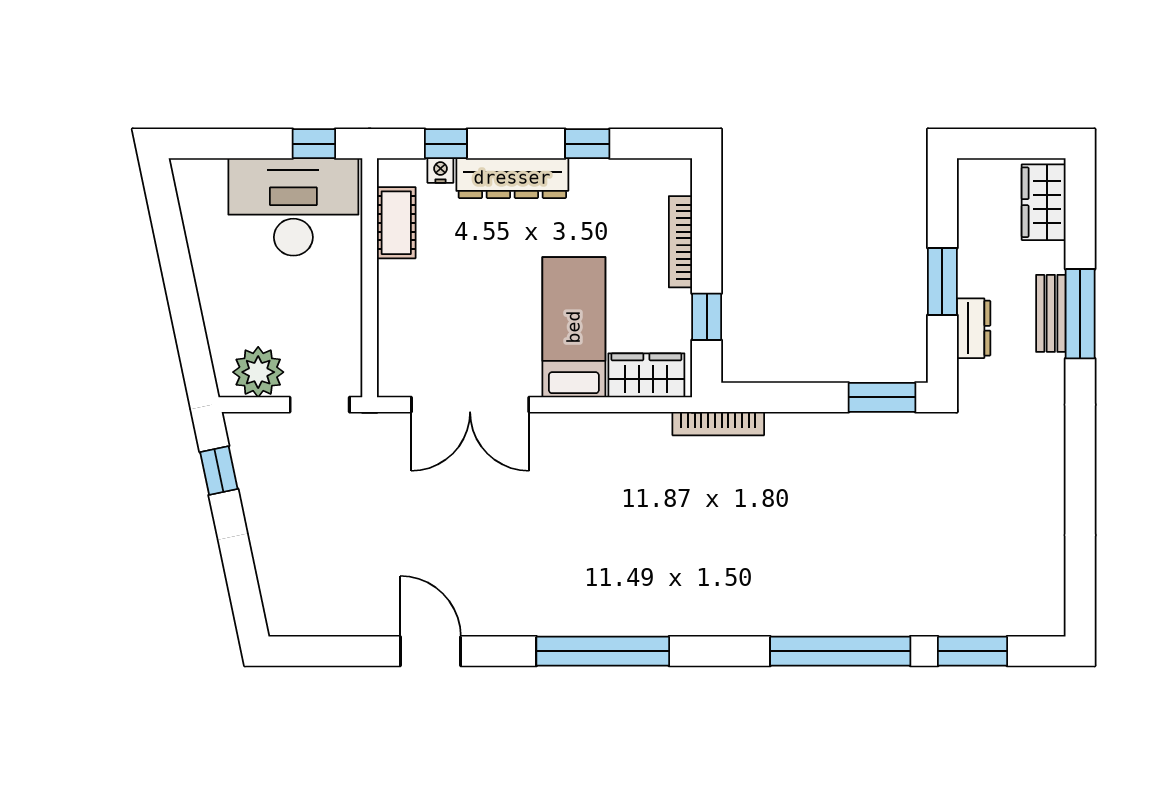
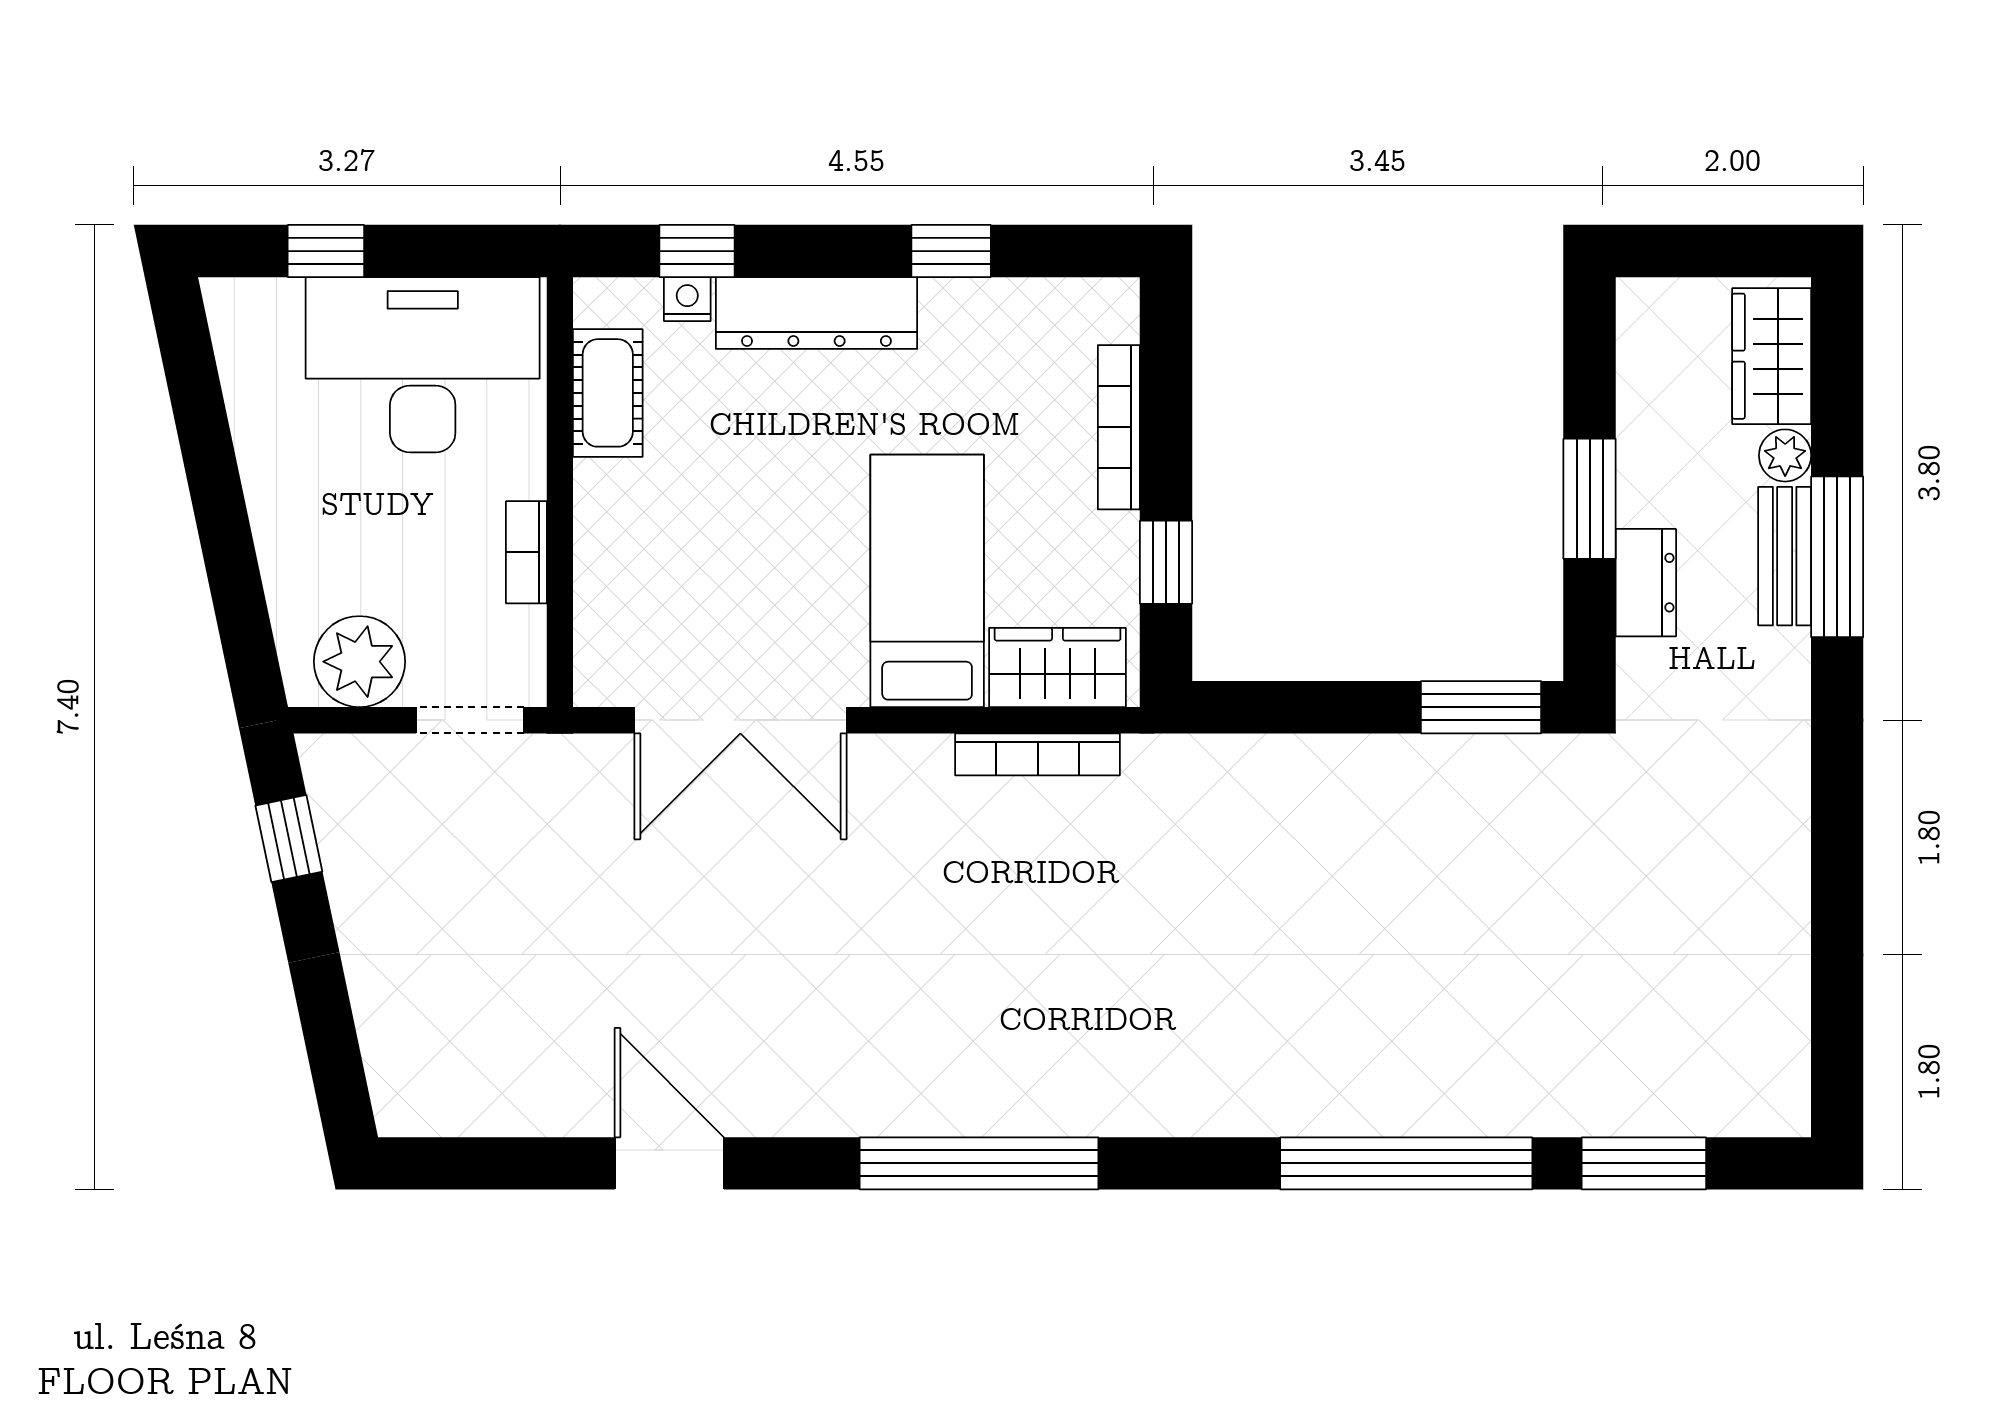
window: (314, 144) -> (326, 251), moved
plant: (1051, 257) -> (1785, 455), added
bookcase: (351, 311) -> (526, 552), added
bookcase: (718, 424) -> (1038, 754), moved

